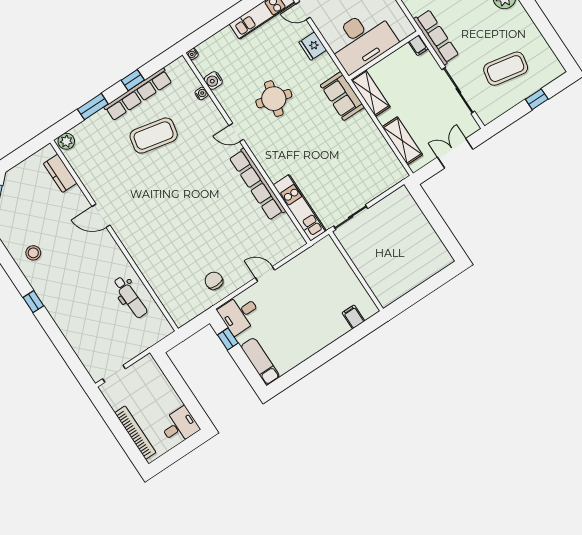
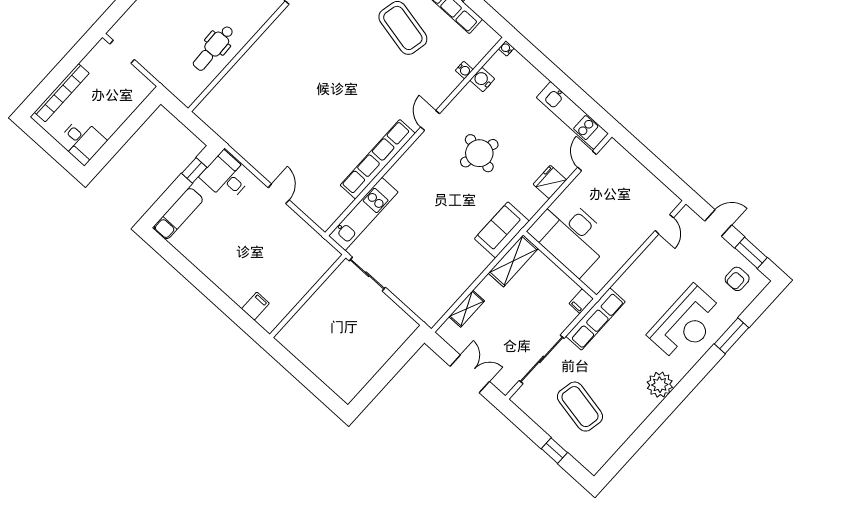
shelving: (402, 141) -> (467, 309), width x0.67, depth x0.75
chair: (214, 281) -> (256, 138), removed

